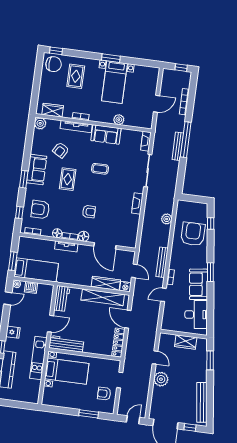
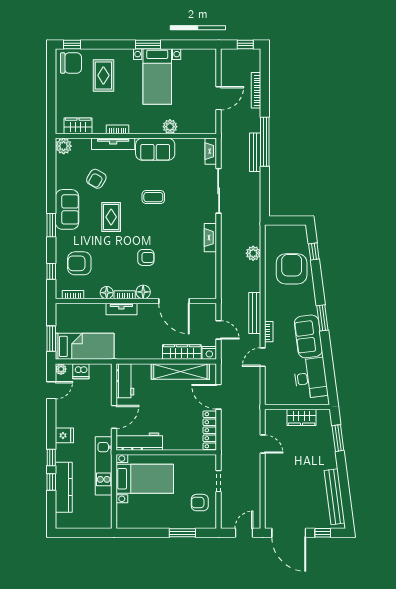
plant: (161, 379) -> (275, 472), removed

